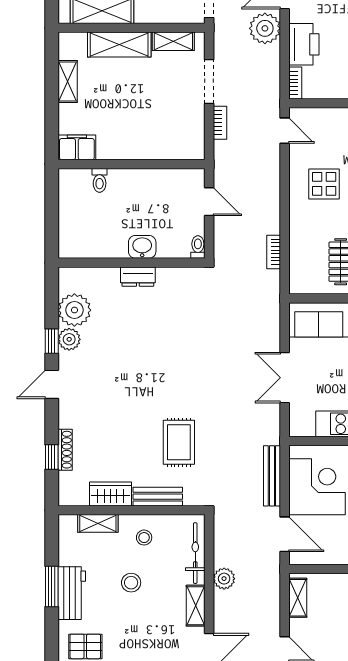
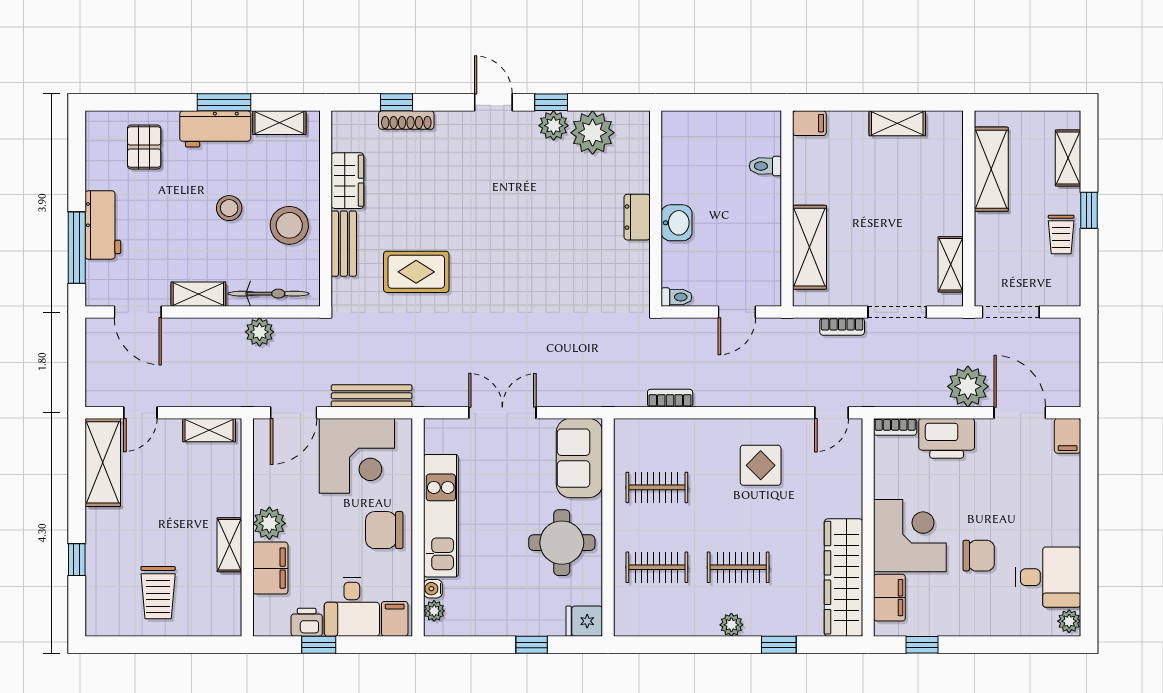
shelving: (119, 45) -> (809, 247), moved
filing cabinet: (77, 147) -> (809, 123), width x0.50
shelving: (98, 523) -> (279, 123), moved, turned 90
stool: (144, 538) -> (289, 225), width x1.89, depth x1.89
plant: (224, 579) -> (260, 332), moved

